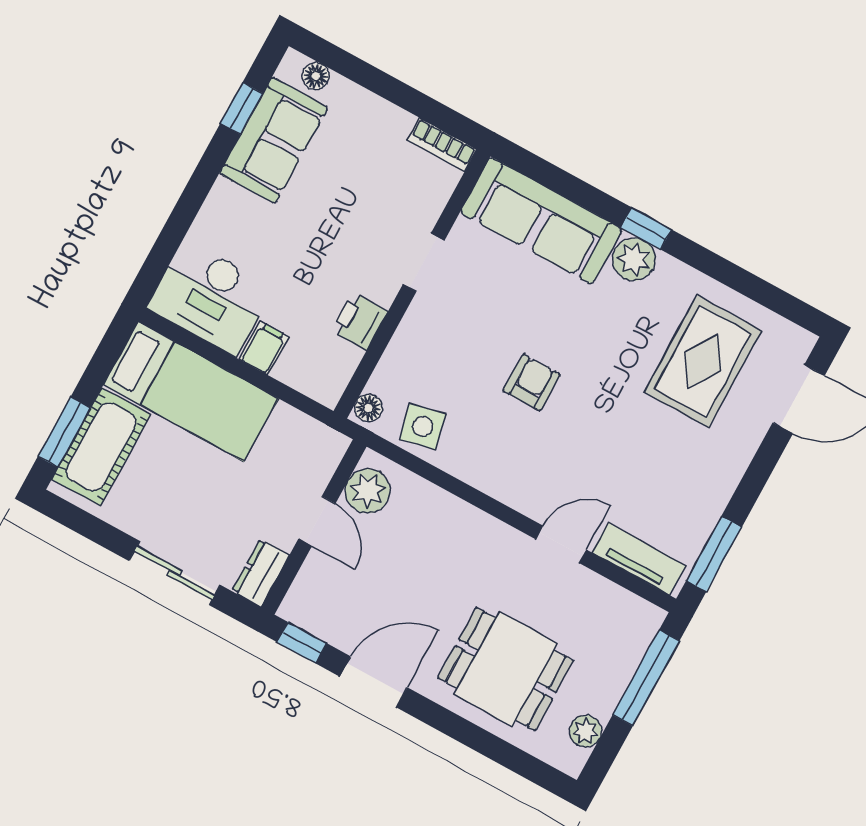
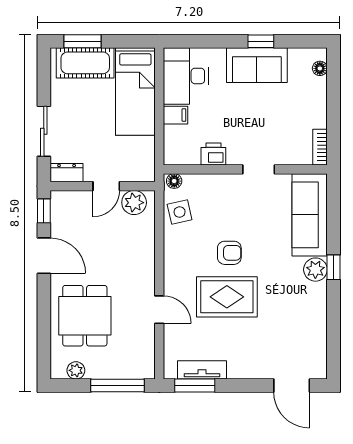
window: (242, 108) -> (261, 41), moved
sofa: (274, 140) -> (257, 65), moved
rug: (703, 361) -> (227, 297), moved
tv unit: (639, 559) -> (202, 370), moved, turned -90

